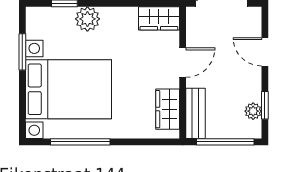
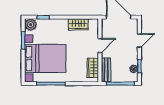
wardrobe: (159, 18) -> (78, 24), moved
plant: (87, 19) -> (31, 25), moved
door: (265, 52) -> (139, 40), swing flipped

